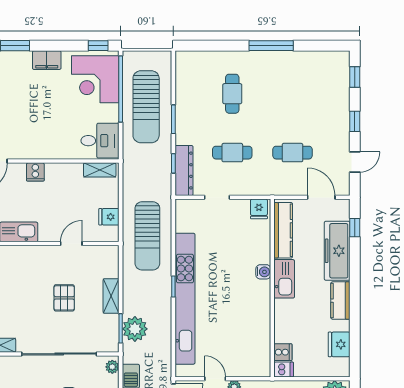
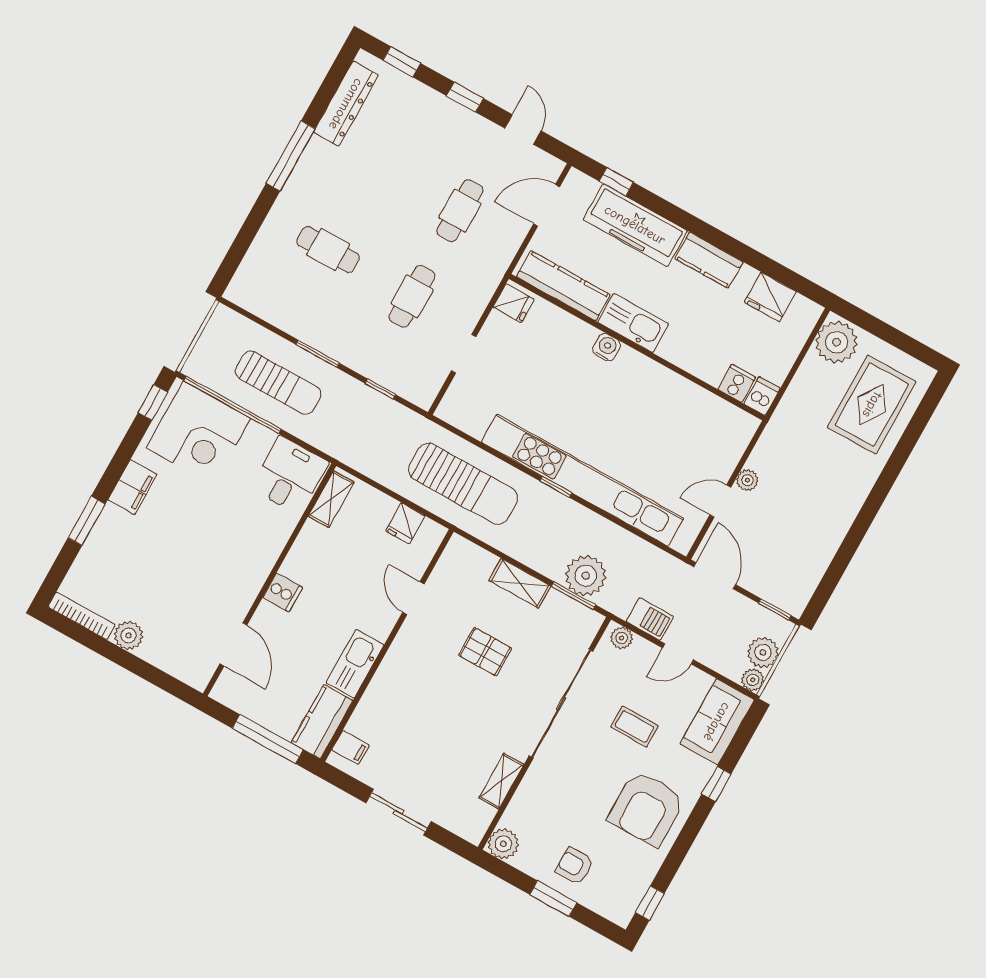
sun lounger: (146, 107) -> (278, 383), width x0.73, depth x0.75
dresser: (184, 171) -> (346, 104), moved, turned 90

